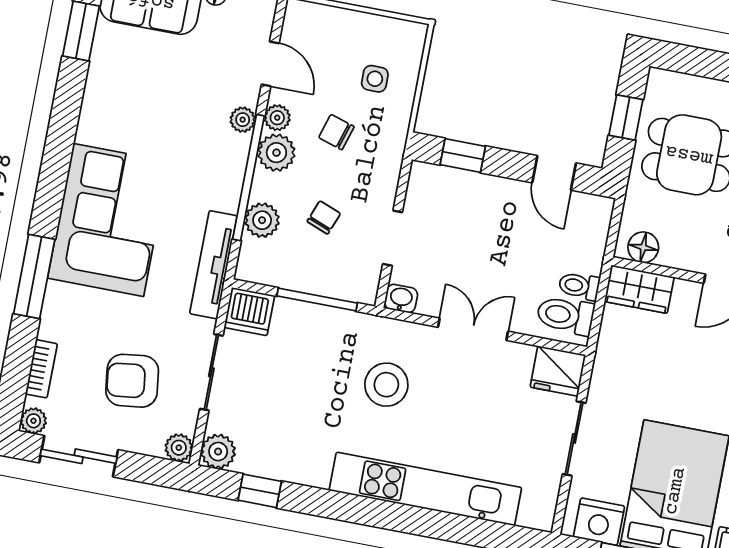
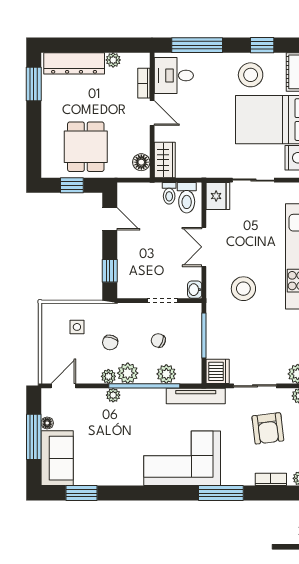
door: (270, 64) -> (63, 386), moved
door: (554, 173) -> (110, 219), hinge flipped

